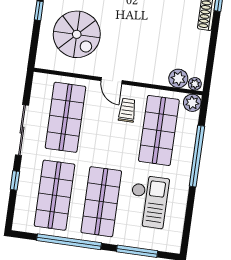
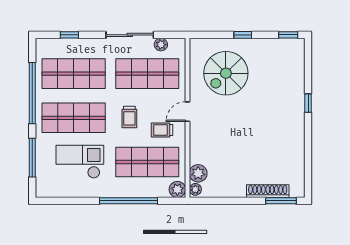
plant: (37, 99) -> (161, 45), added
trolley: (127, 110) -> (162, 130), turned 180
trolley: (109, 143) -> (129, 117), added
window: (15, 180) -> (69, 35), moved
checkout: (148, 202) -> (80, 162), turned 180

